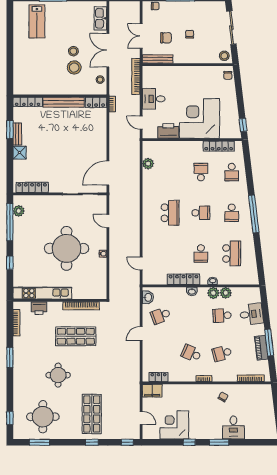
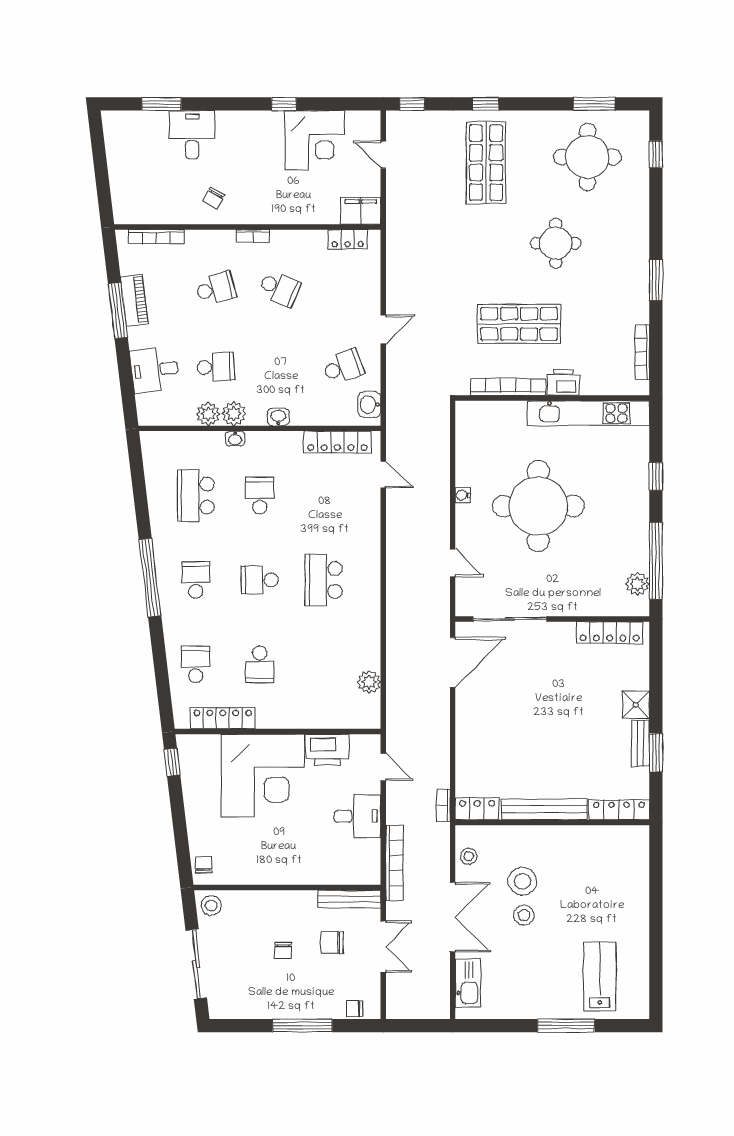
locker: (183, 279) -> (337, 442), moved
printer: (39, 308) -> (563, 382), moved
window: (219, 442) -> (161, 104), moved

